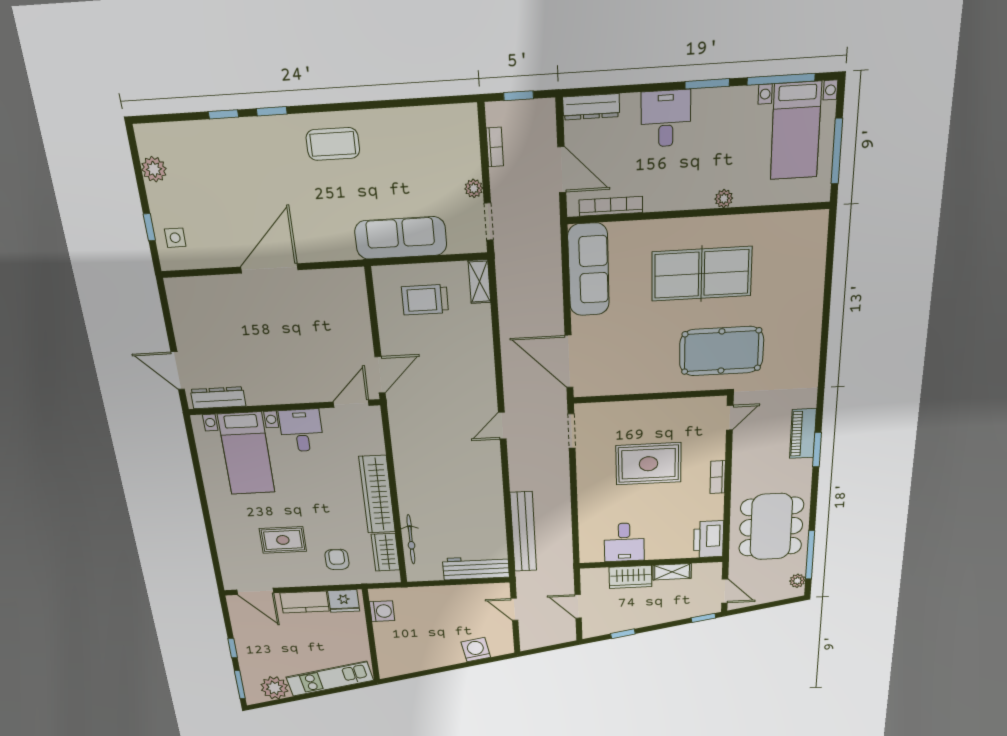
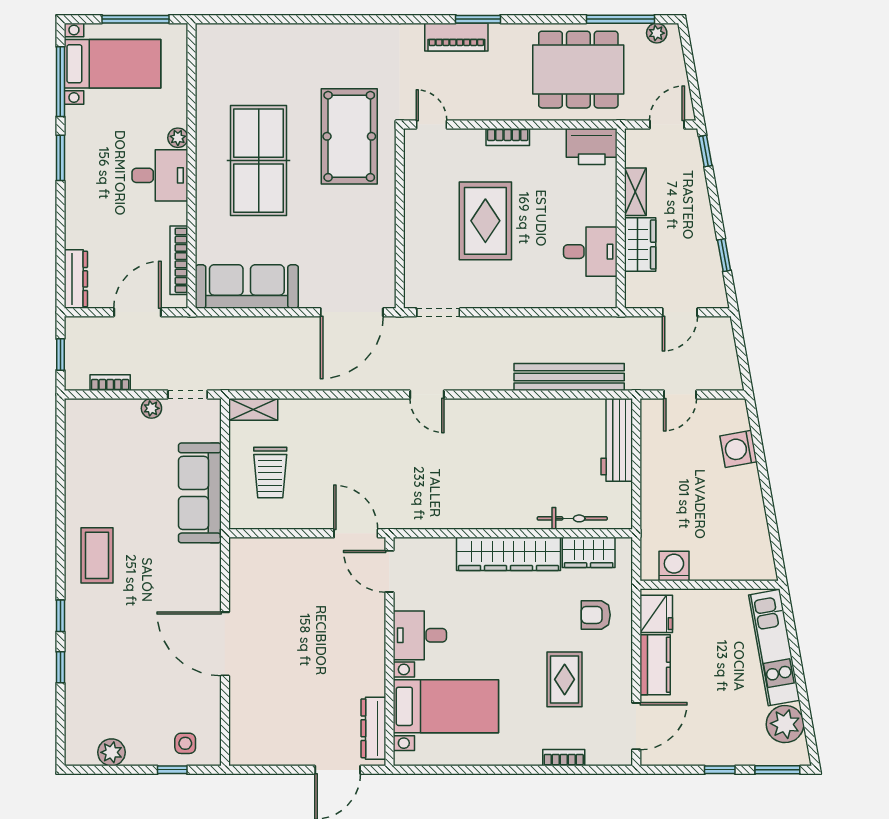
desk: (666, 119) -> (160, 175), moved, turned 180
bookcase: (221, 542) -> (564, 758), added

